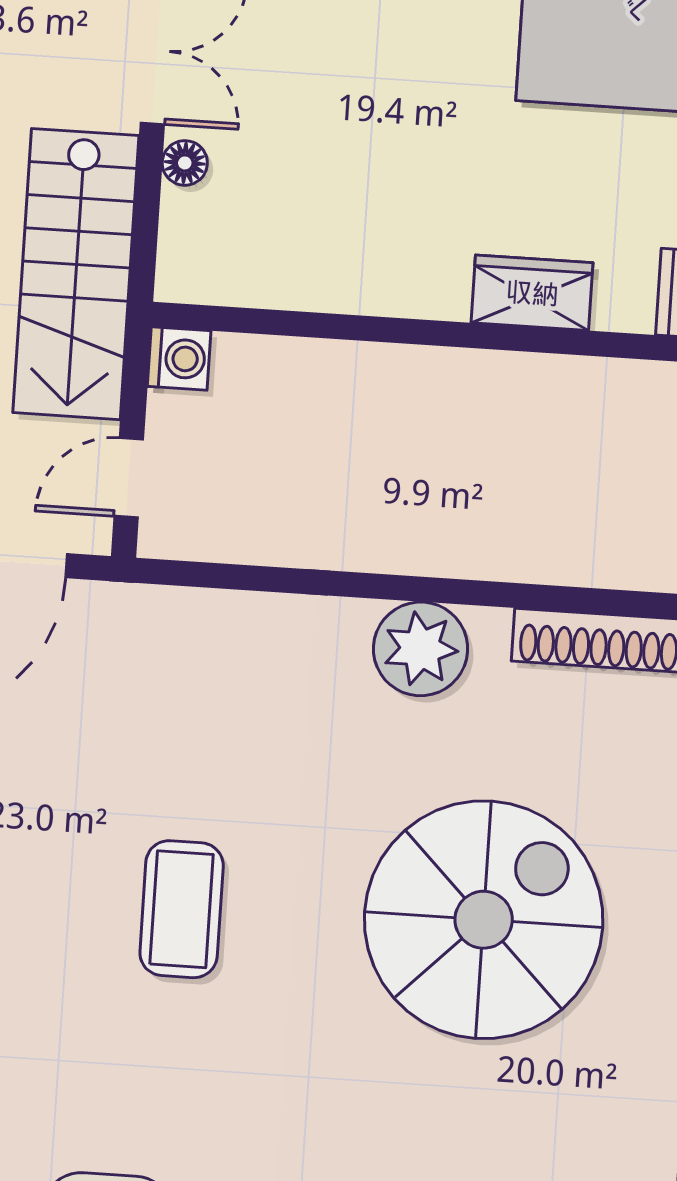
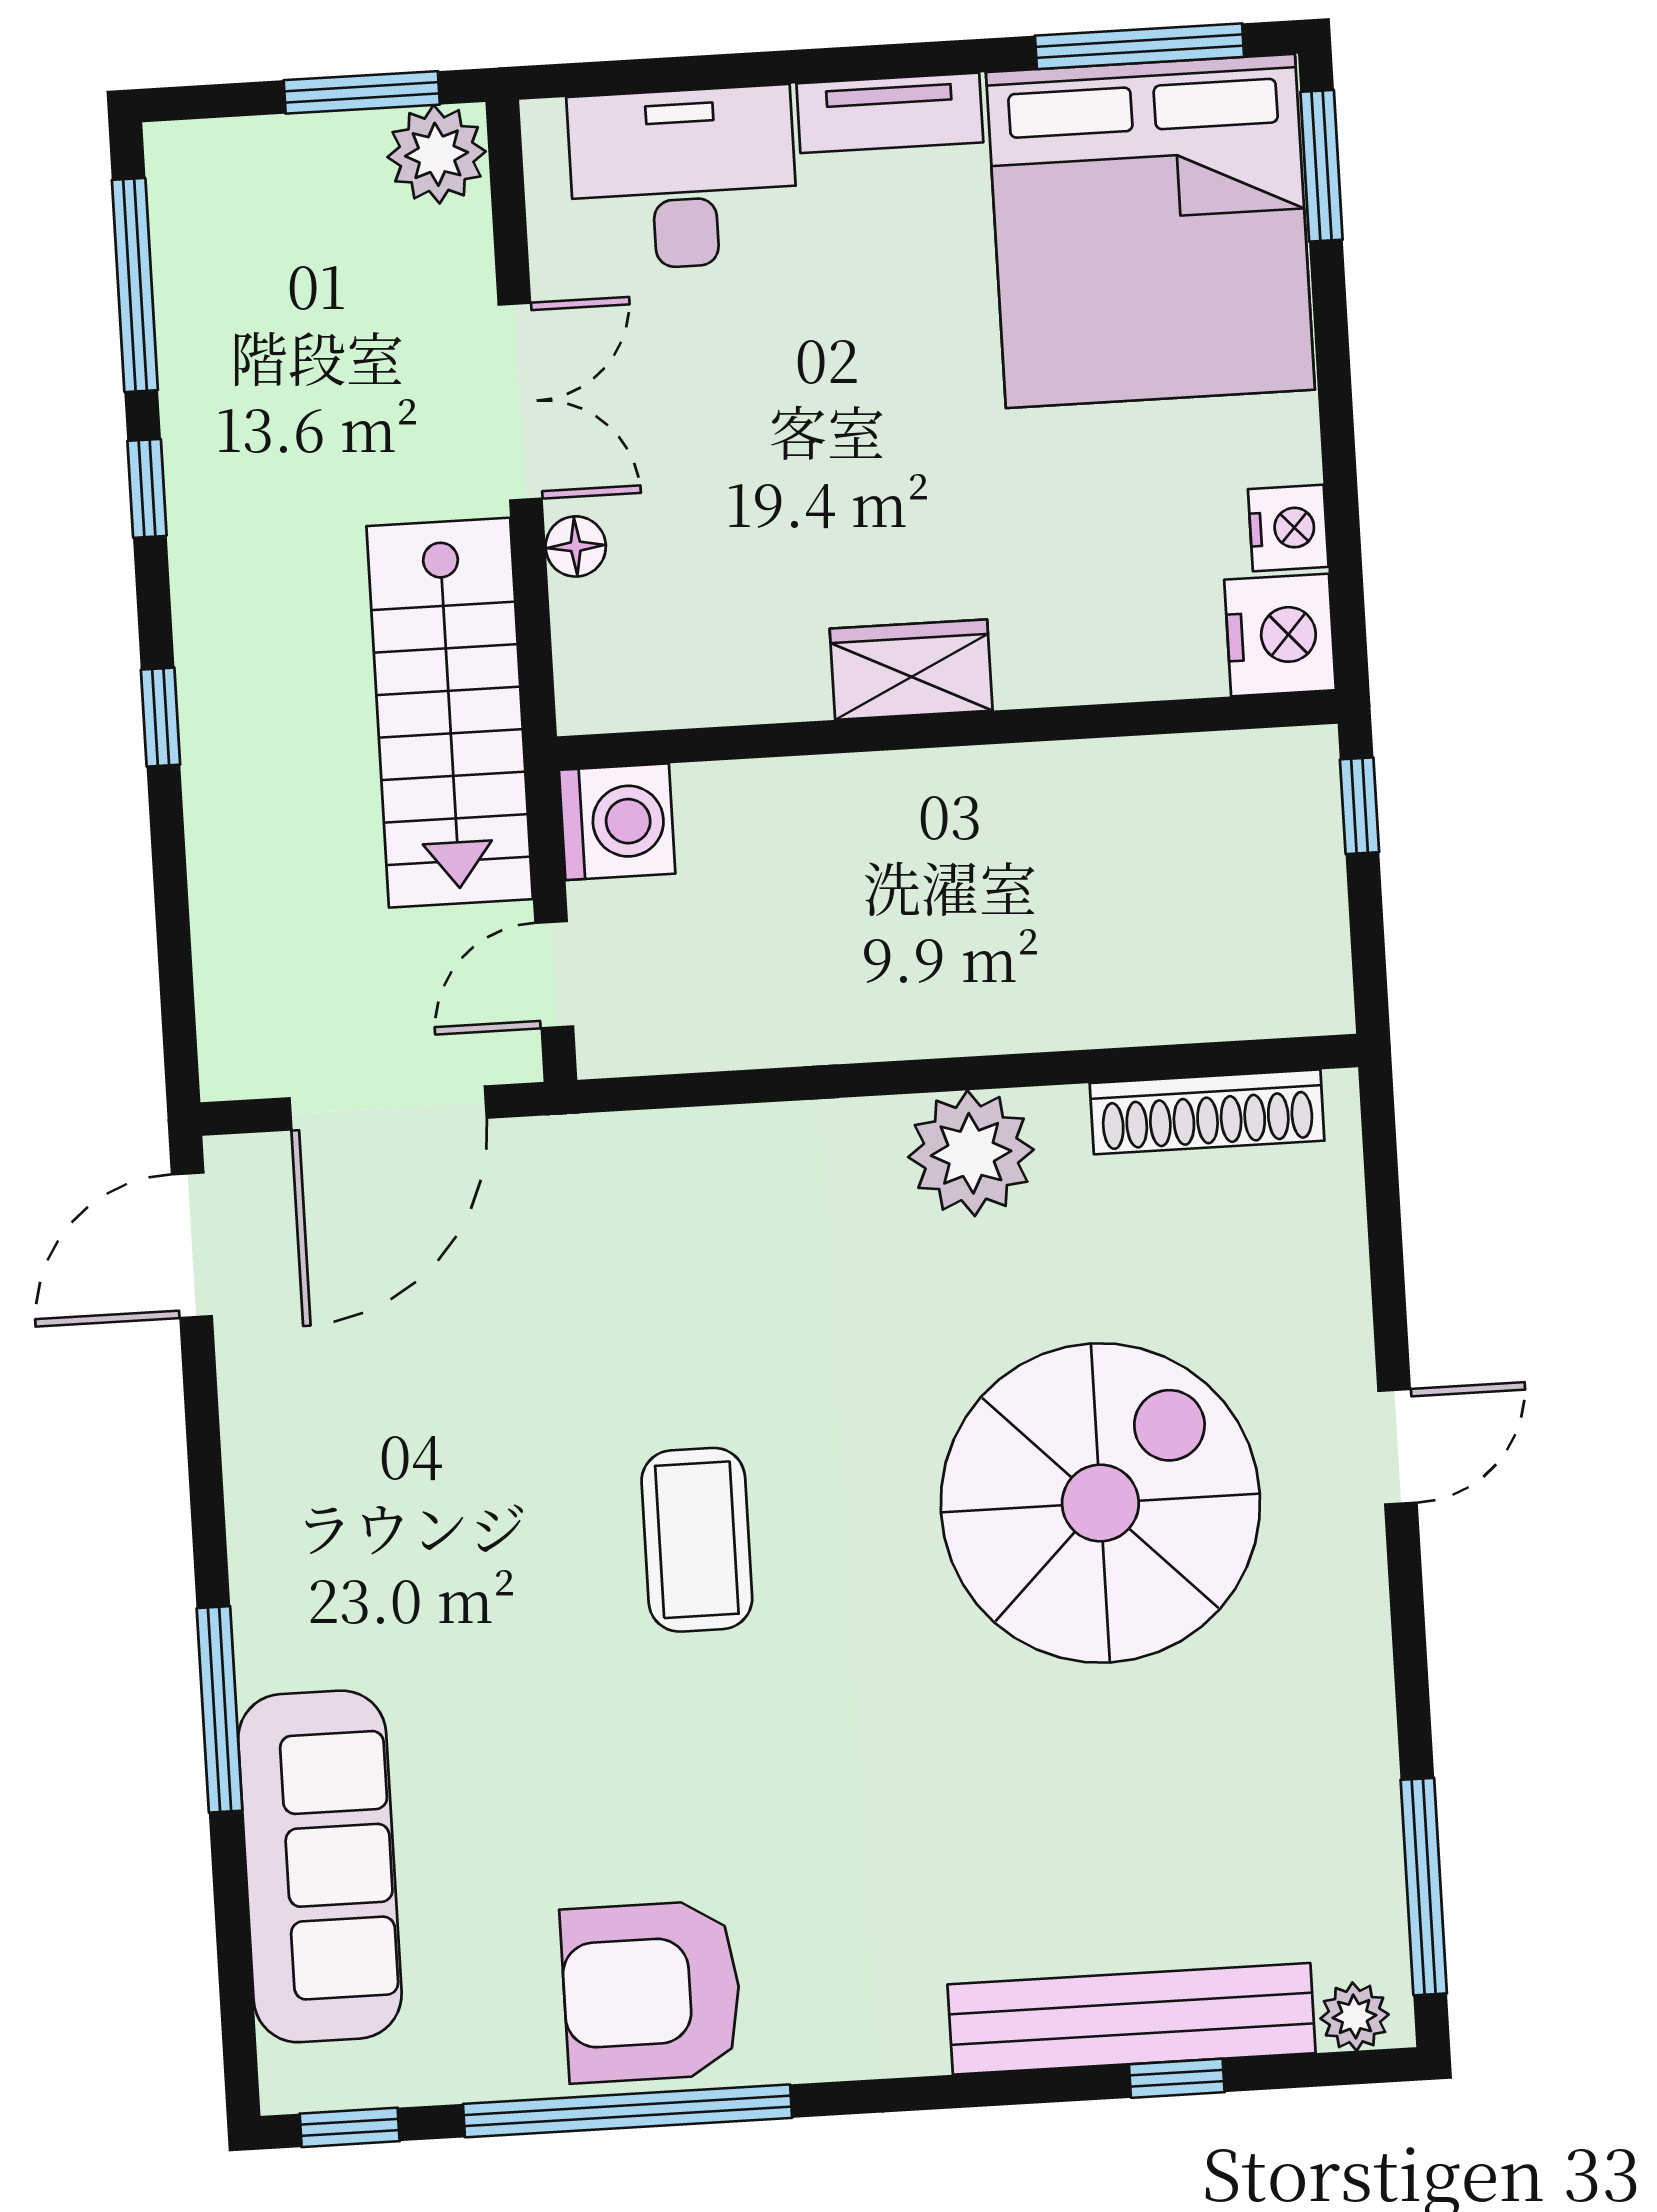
wardrobe: (532, 293) -> (911, 670), moved
washing machine: (179, 359) -> (617, 822), width x1.38, depth x1.38

